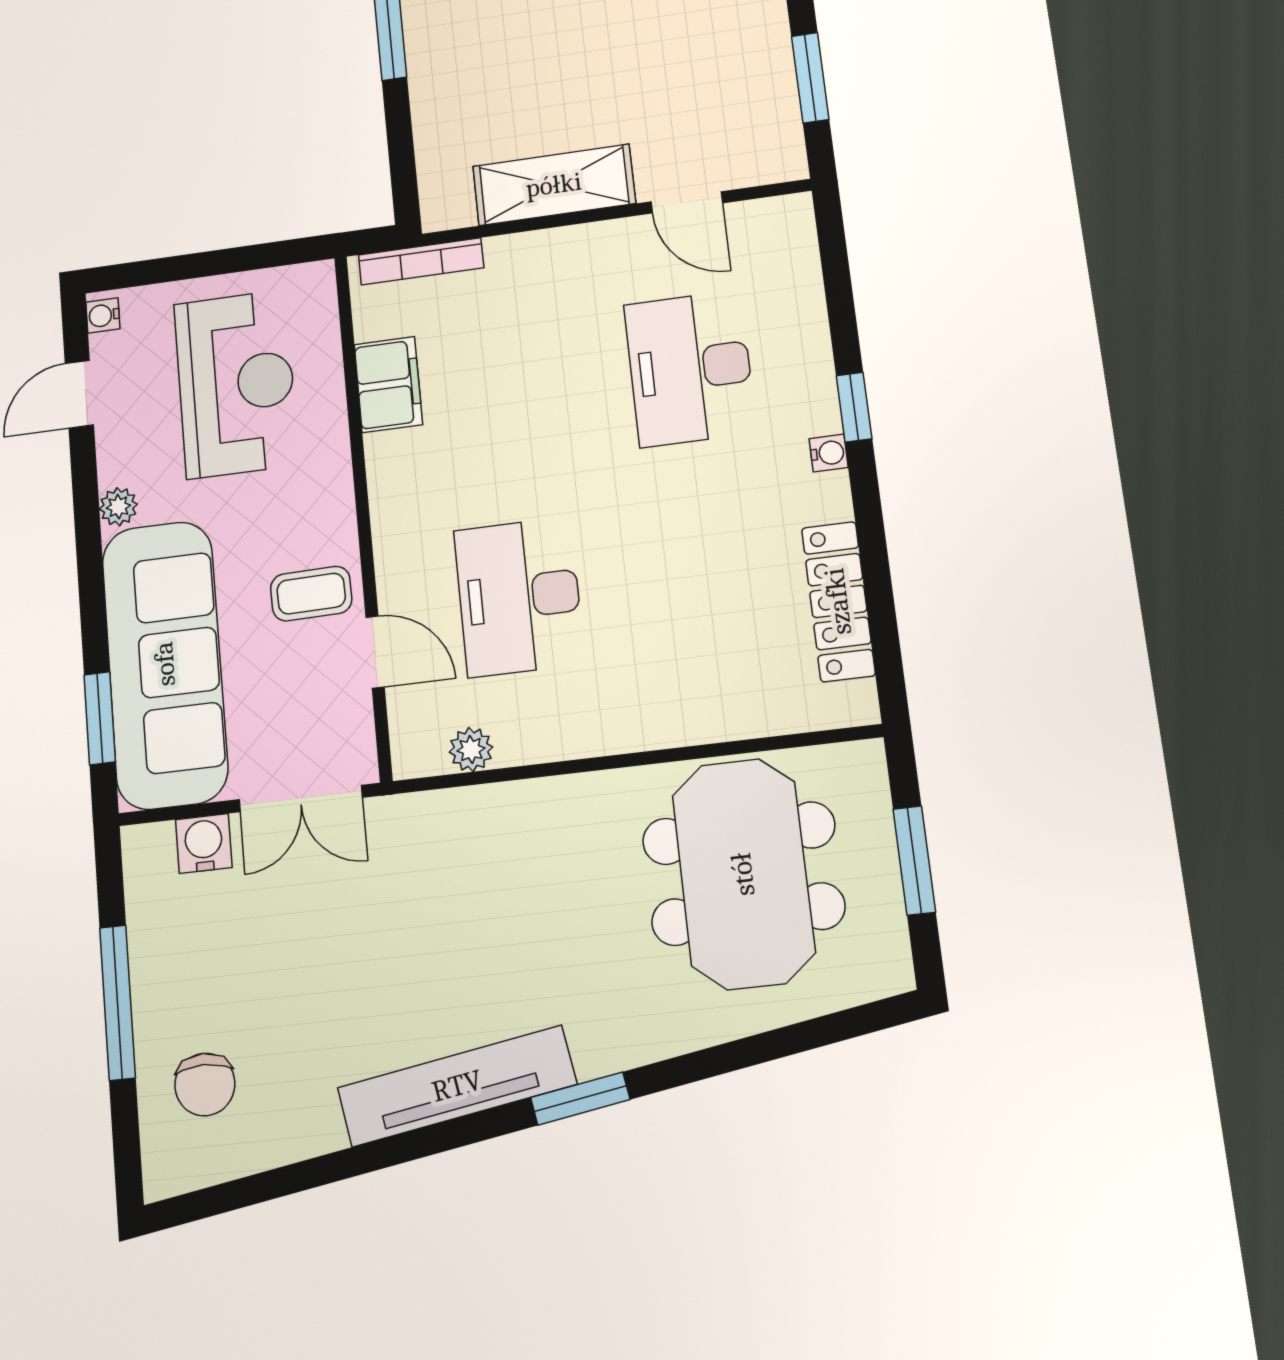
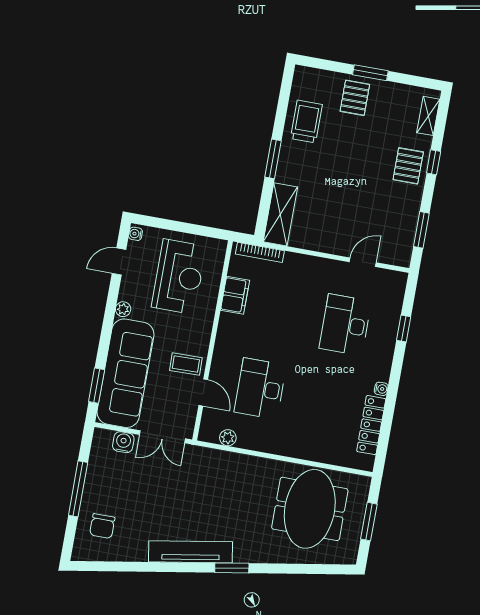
shelving: (554, 185) -> (280, 214), moved, turned 90
door: (687, 202) -> (363, 262), swing flipped
window: (854, 407) -> (404, 328), moved
water cooler: (829, 453) -> (381, 389), moved

